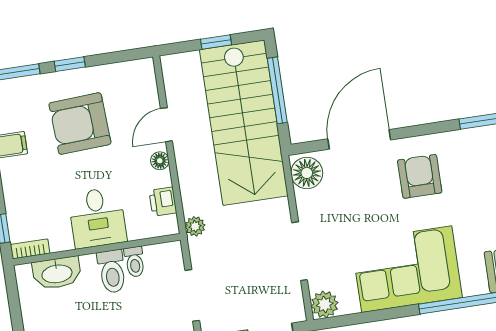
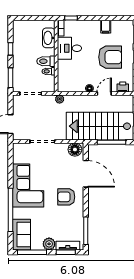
armchair: (80, 124) -> (110, 57), turned 93
door: (166, 125) -> (104, 94), hinge flipped
armchair: (420, 176) -> (66, 197), turned 180
printer: (163, 202) -> (123, 87), moved
desk: (97, 218) -> (69, 48), moved
plant: (325, 304) -> (18, 149), removed

